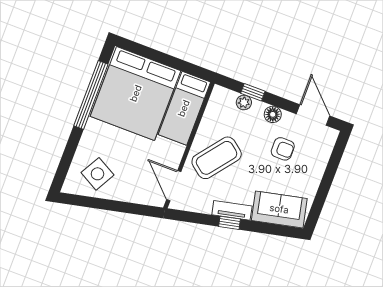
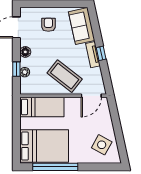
bed: (136, 93) -> (44, 146), width x0.73
armchair: (283, 149) -> (48, 25), moved

